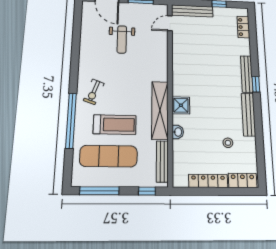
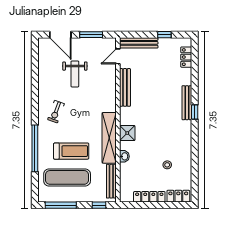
exercise bike: (94, 92) -> (56, 112), moved
bench: (248, 115) -> (125, 87), moved

